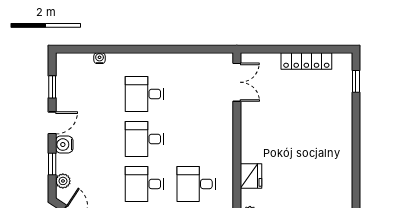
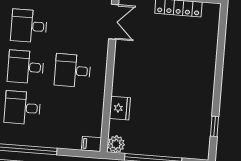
window: (356, 81) -> (214, 126), moved
desk: (196, 184) -> (73, 71), moved

